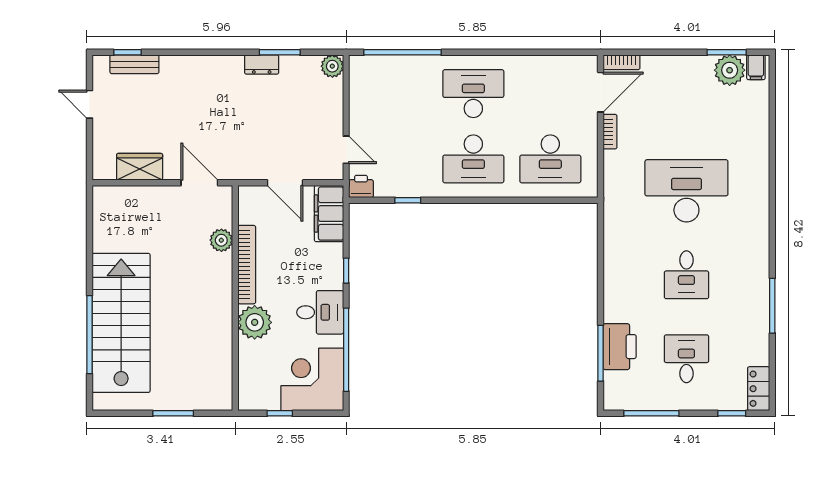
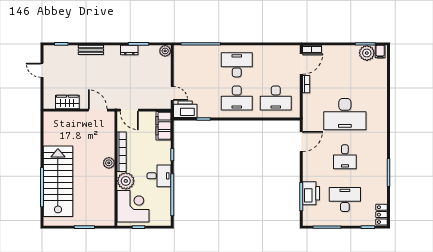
bench: (134, 64) -> (91, 50), moved
door: (285, 183) -> (129, 110), moved
printer: (361, 186) -> (185, 109), width x1.87, depth x1.48
desk: (686, 191) -> (345, 114), turned 180
plant: (221, 240) -> (109, 163), moved
door: (601, 245) -> (301, 142), added
desk: (686, 359) -> (345, 199), width x1.37
corner desk: (312, 379) -> (133, 206), moved, turned 90

